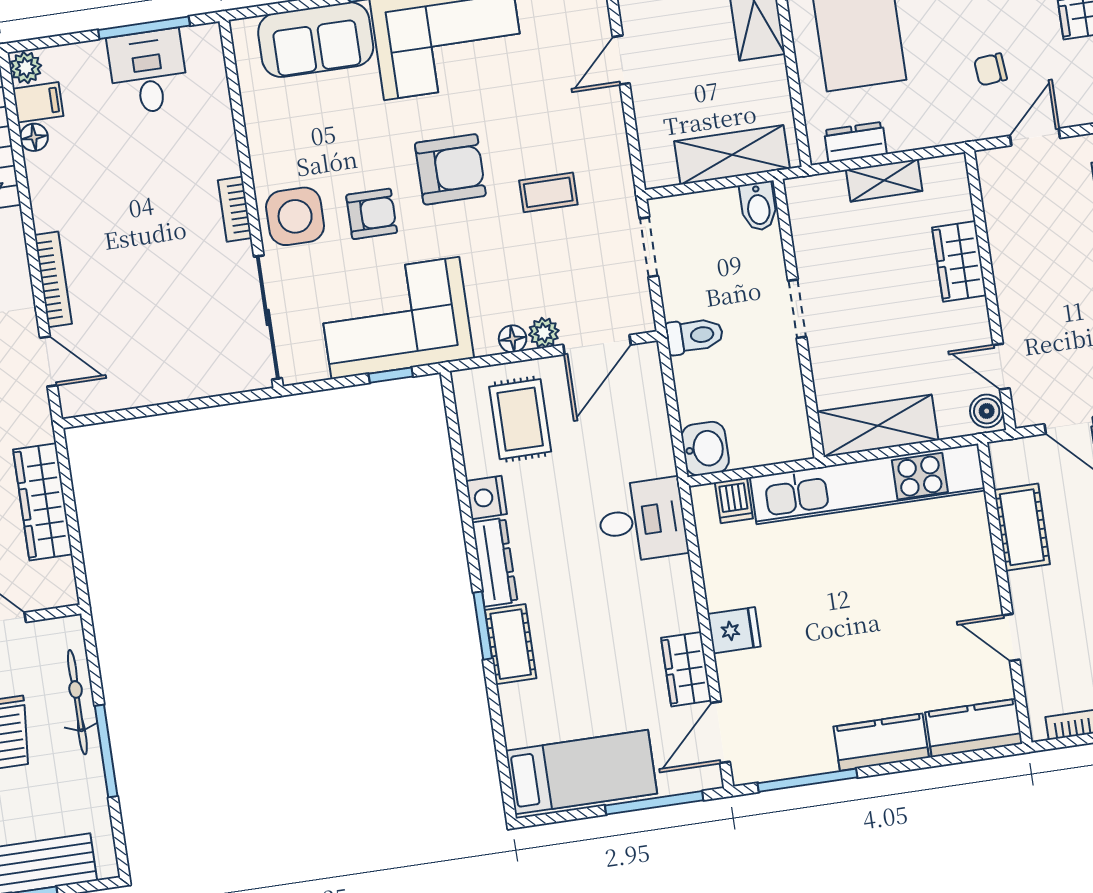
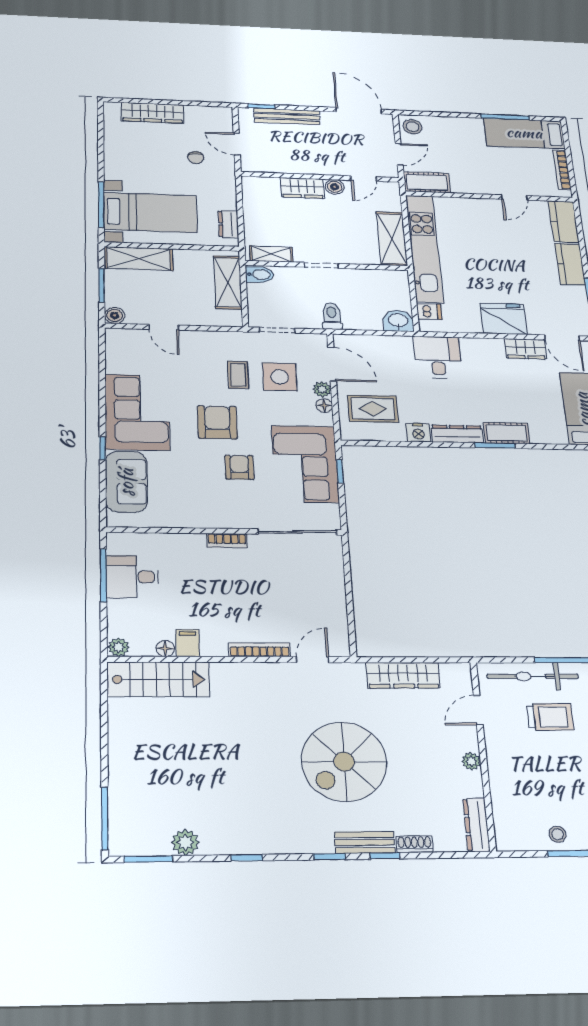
filing cabinet: (38, 102) -> (188, 643), moved
shelving: (884, 180) -> (271, 254), moved, turned 90
side table: (295, 216) -> (280, 377), moved
boiler: (987, 411) -> (335, 187), moved
cot: (1022, 527) -> (427, 182), moved
fridge: (734, 630) -> (503, 319), width x1.88, depth x1.34
bicycle: (77, 702) -> (533, 676), width x1.37, depth x1.40

